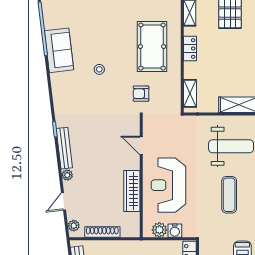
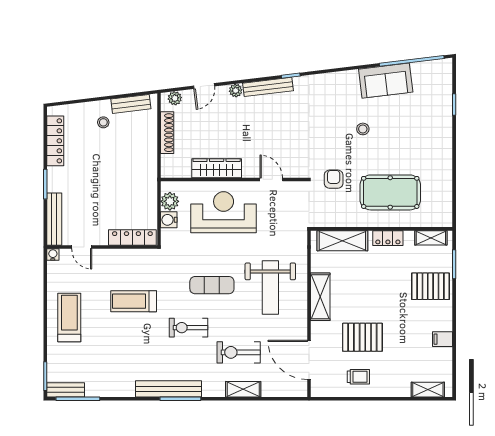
shelving: (190, 93) -> (342, 241), width x1.50, depth x1.33
door: (141, 145) -> (271, 179), hinge flipped
door: (64, 201) -> (204, 86), swing flipped

